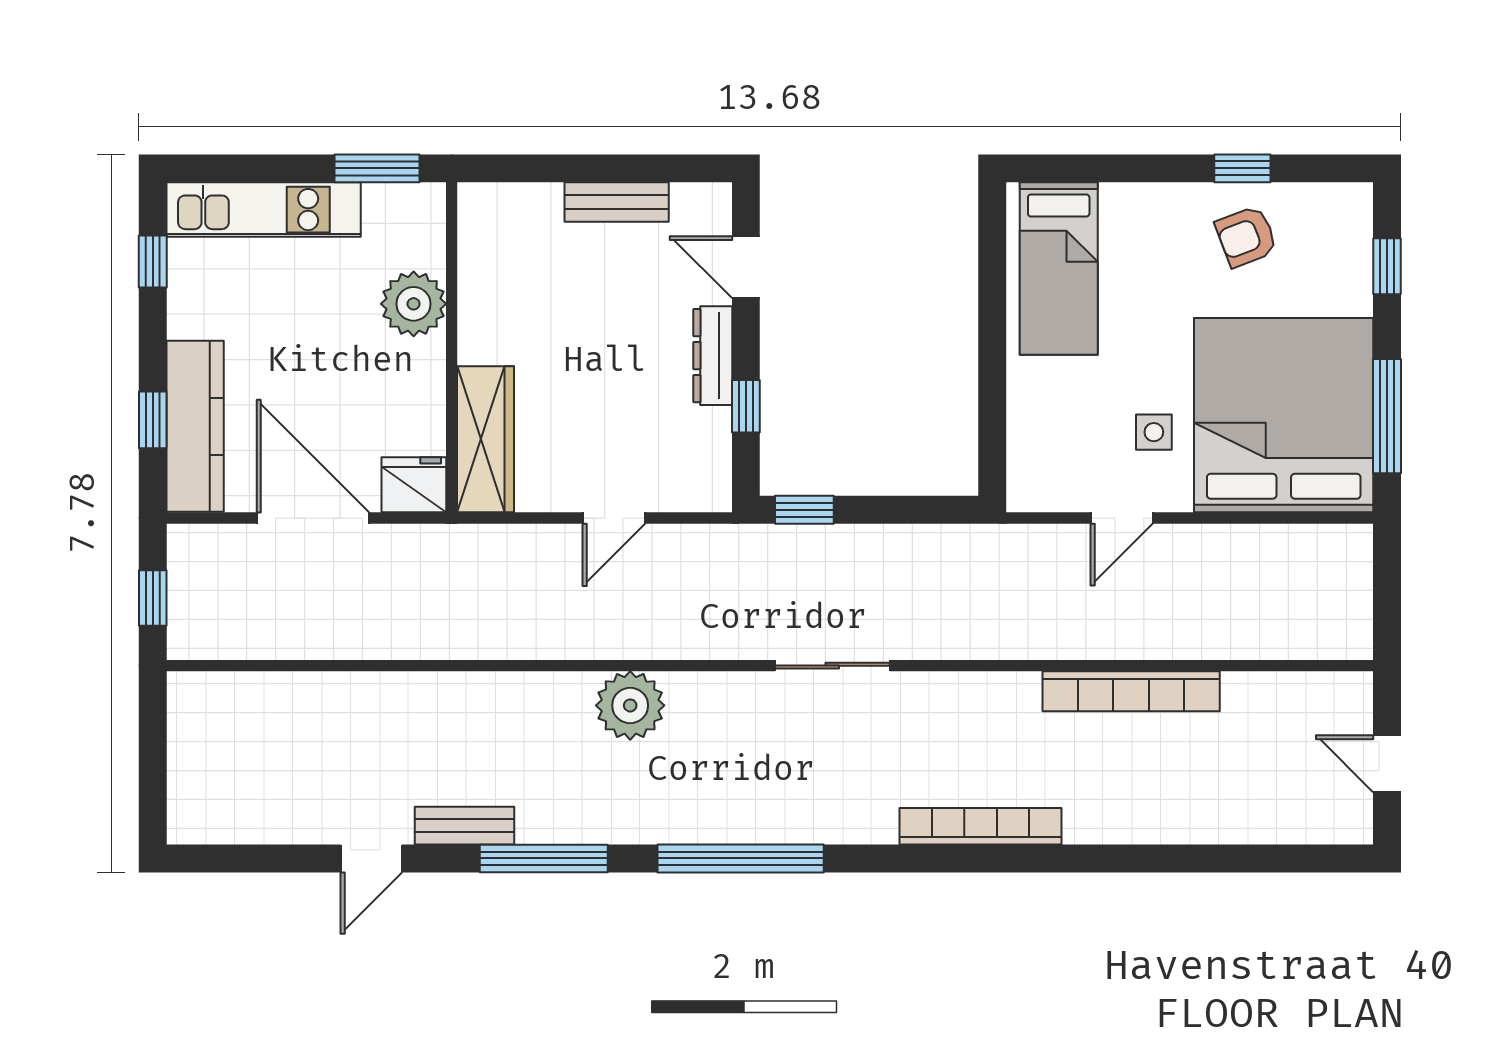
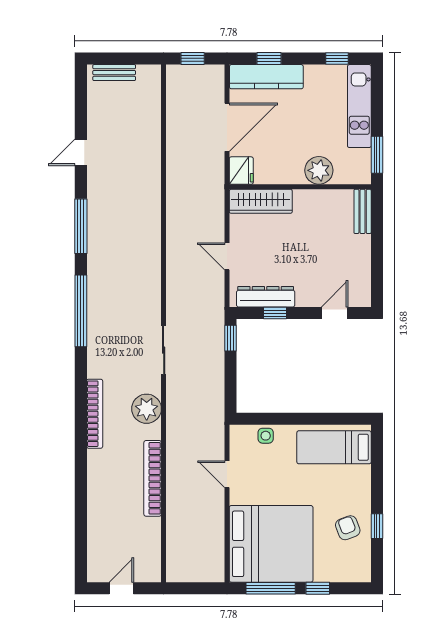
bench: (617, 202) -> (363, 211), moved
window: (1387, 266) -> (318, 588), moved
dresser: (713, 356) -> (266, 297), moved, width x1.37, depth x1.24
side table: (1154, 432) -> (266, 436), moved
plant: (630, 705) -> (147, 409), moved
bench: (464, 826) -> (114, 73), moved, turned 90
door: (371, 858) -> (81, 152), hinge flipped

